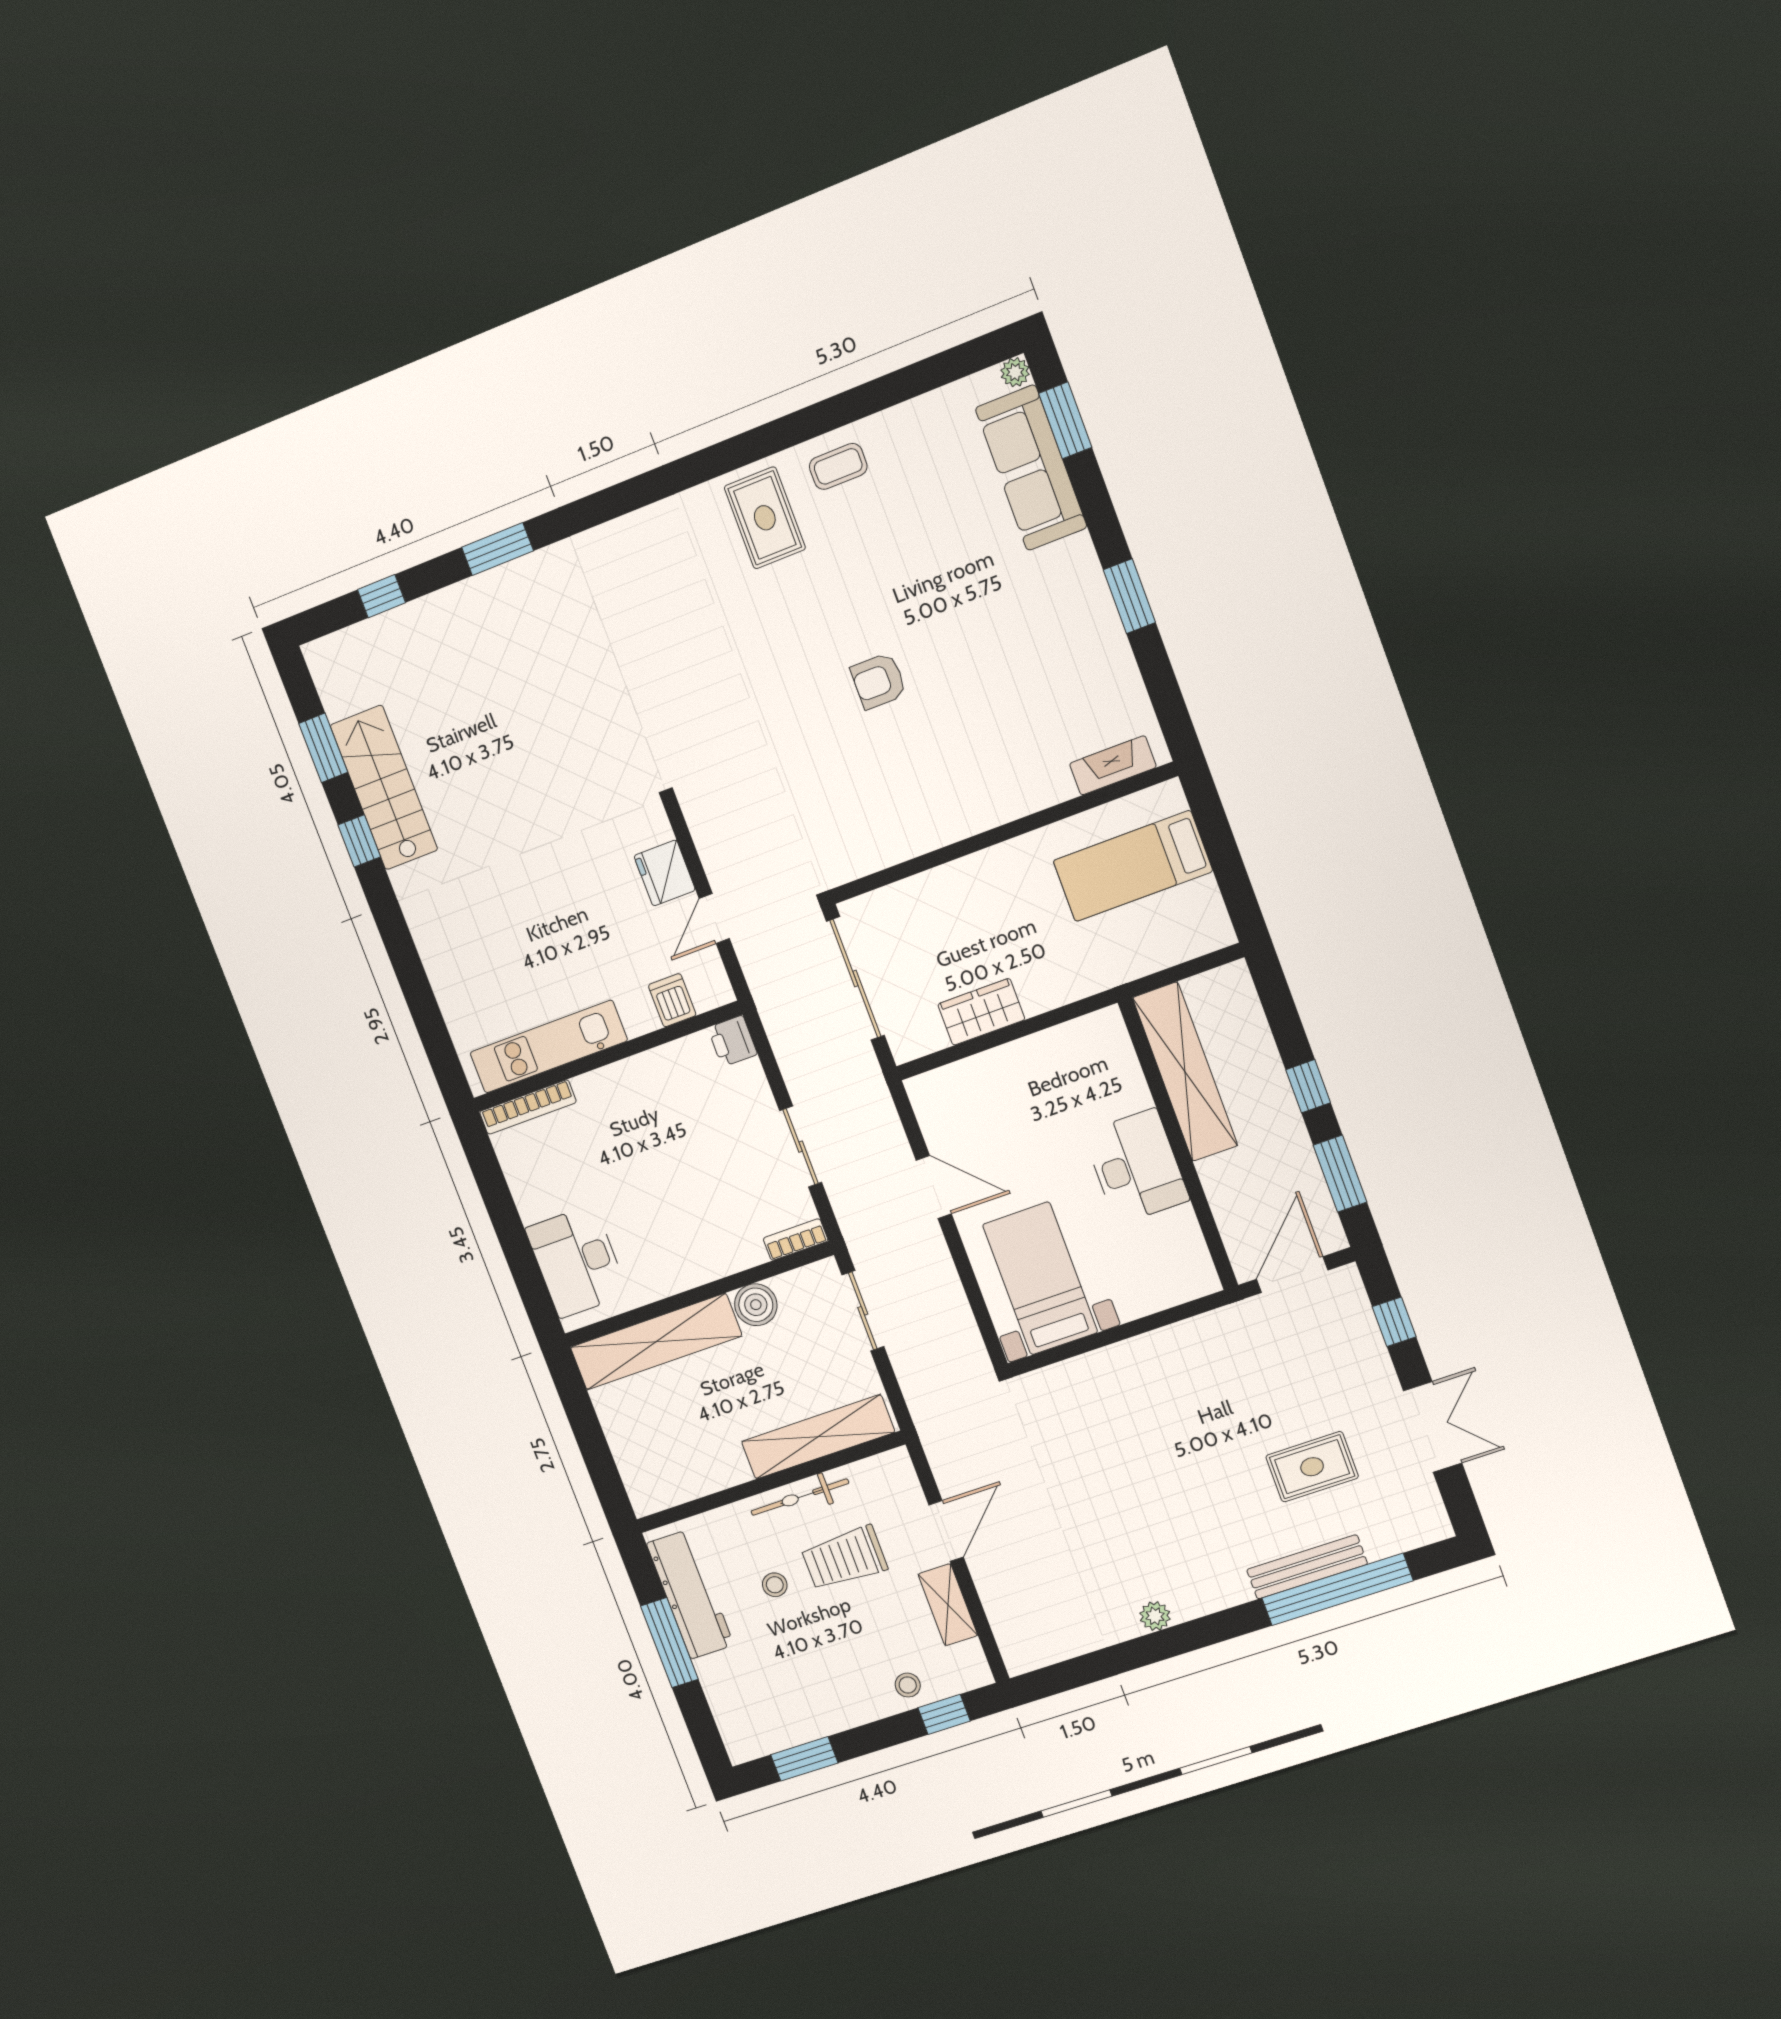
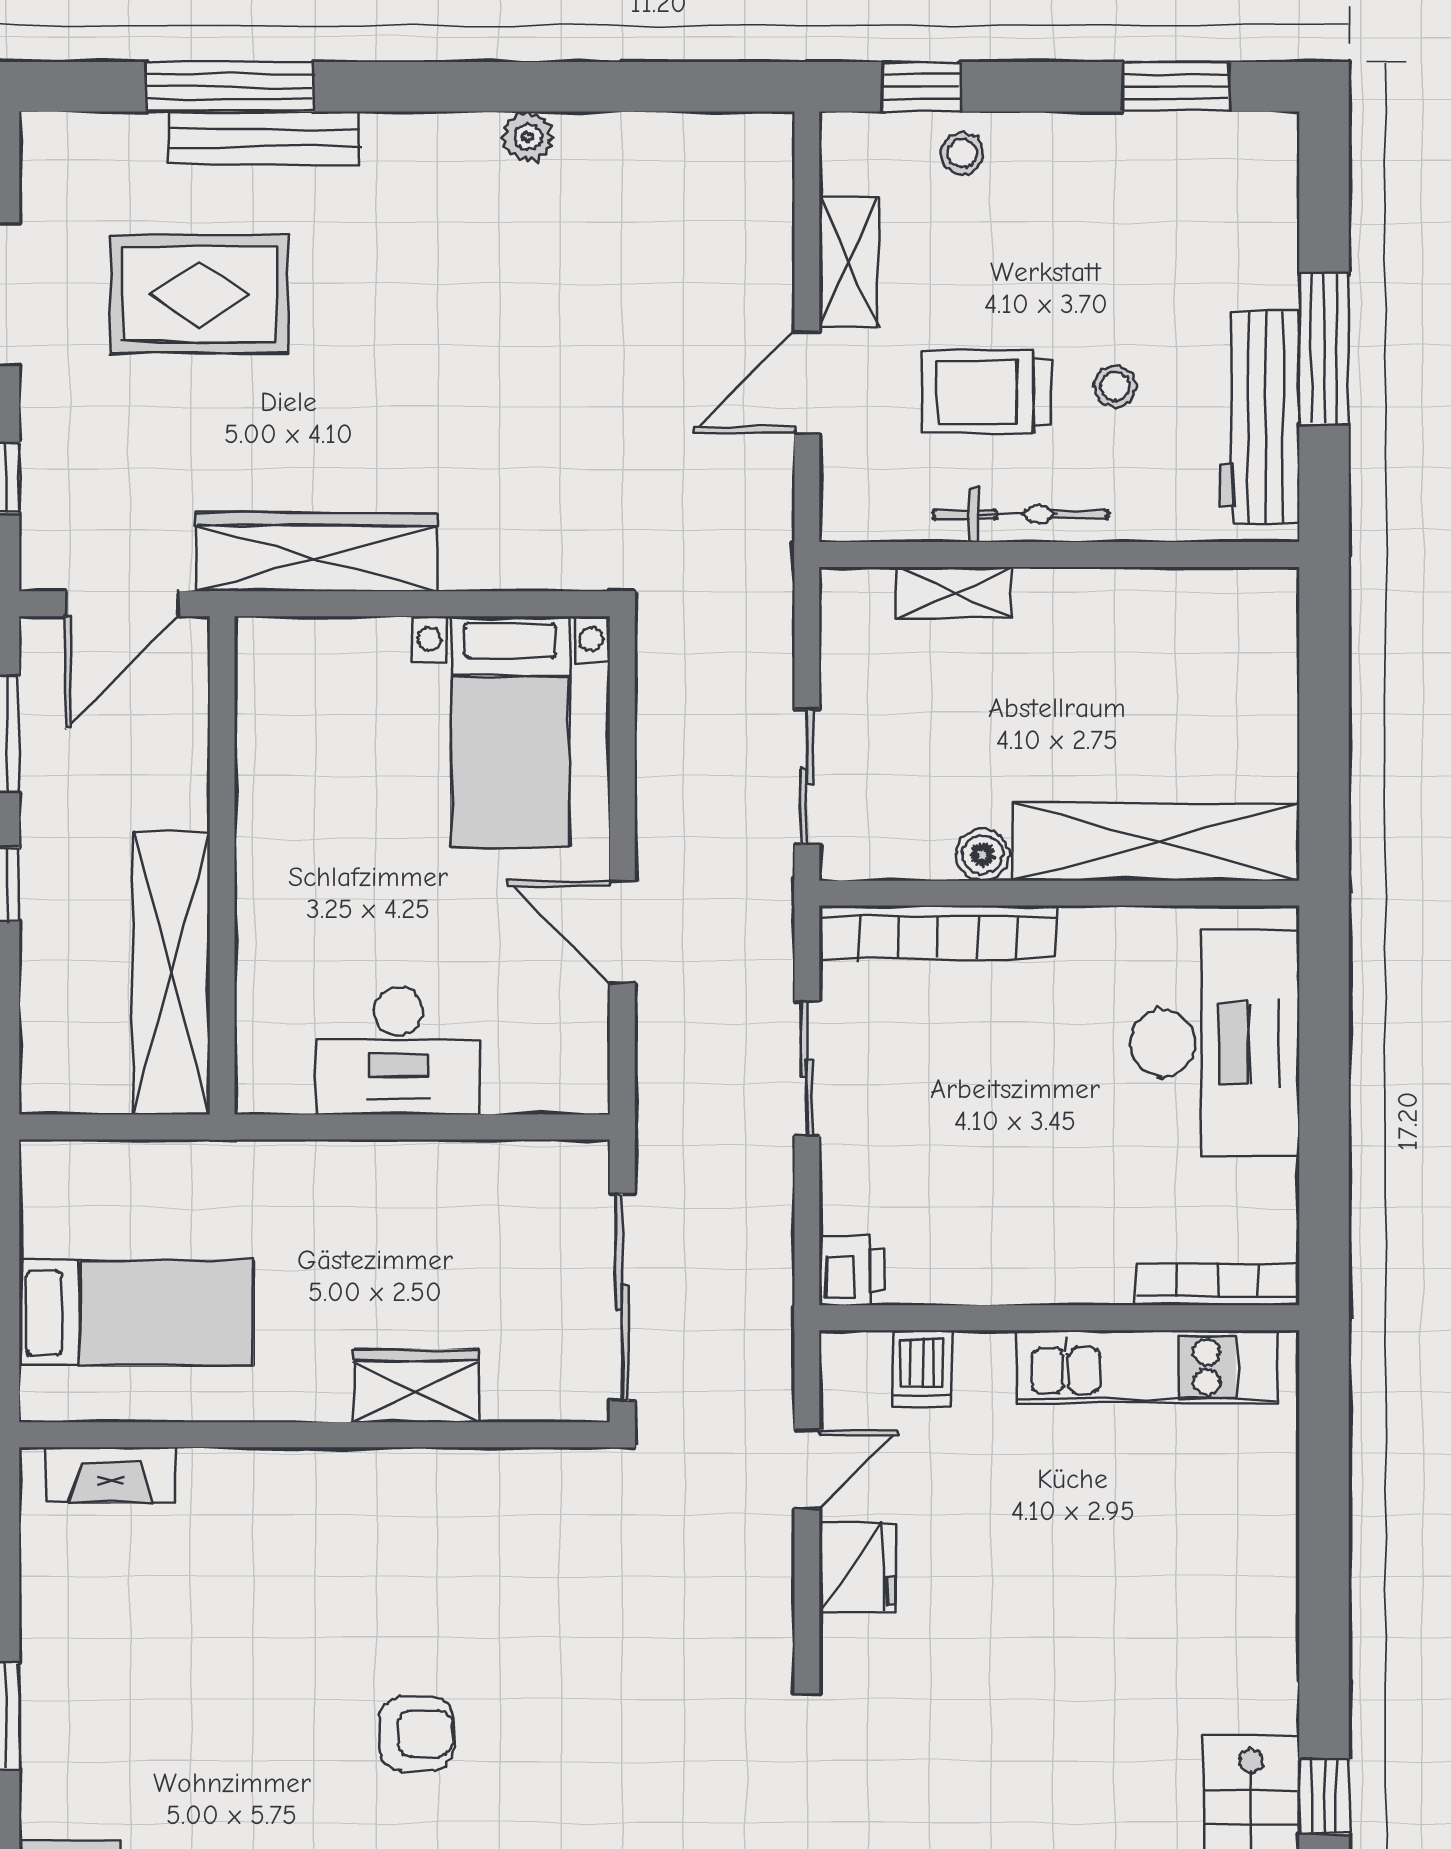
wardrobe: (981, 1012) -> (416, 1386), moved, turned 180
desk: (1136, 1167) -> (398, 1051), moved, turned -90
bookcase: (796, 1240) -> (938, 932), width x2.31, depth x1.31
desk: (577, 1261) -> (1215, 1044), width x1.36, depth x1.30
boiler: (756, 1305) -> (983, 855), width x0.73, depth x0.73
wardrobe: (1190, 1342) -> (316, 552), added
shelving: (818, 1437) -> (954, 593), width x0.45, depth x0.75
rug: (1312, 1467) -> (199, 294), width x1.36, depth x1.43
trolley: (844, 1558) -> (986, 392), turned 180
window: (1337, 1589) -> (230, 87), width x0.68

